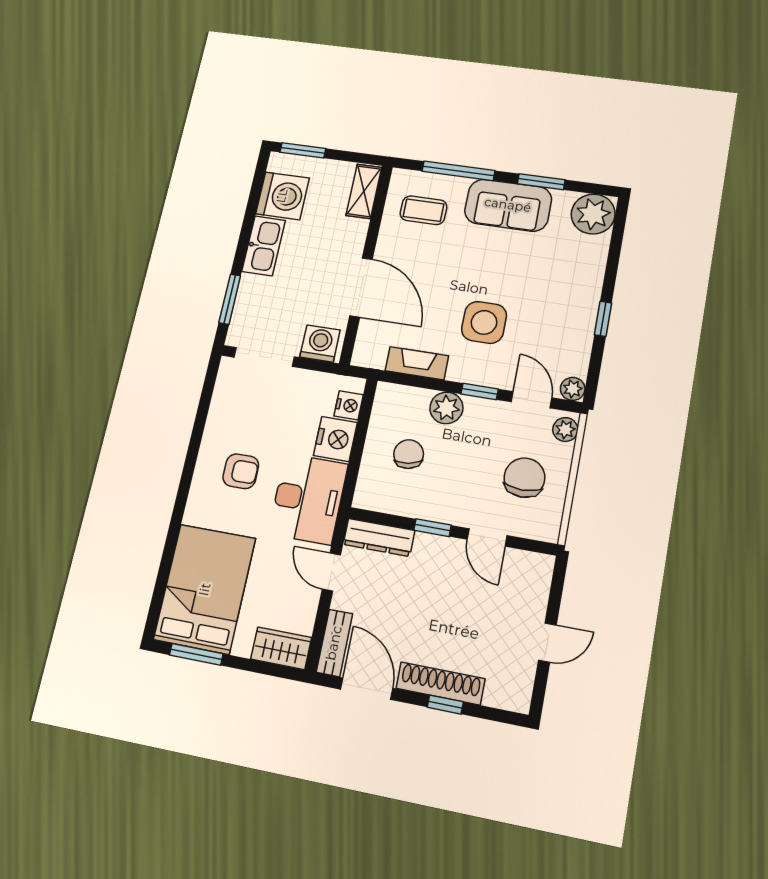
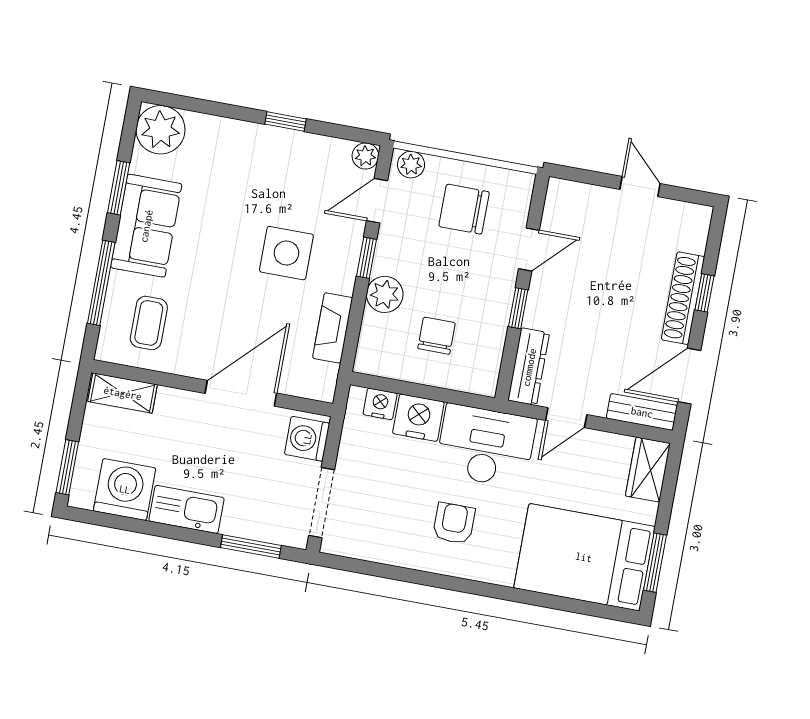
chair: (409, 454) -> (437, 336), turned 100

